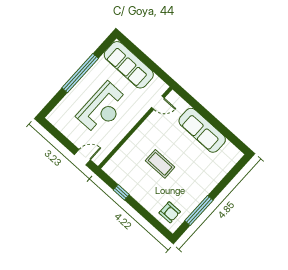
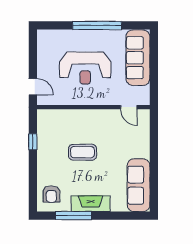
sofa: (202, 130) -> (139, 185), moved
coffee table: (160, 164) -> (82, 152), turned 90
fireplace: (201, 191) -> (91, 204), added

